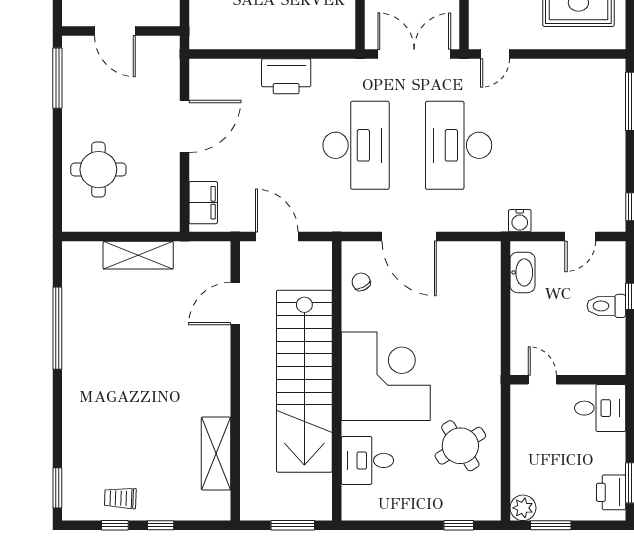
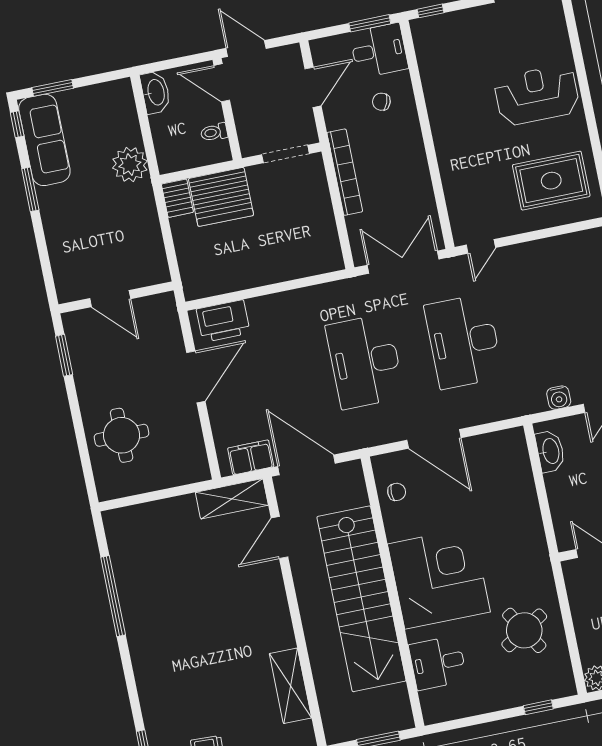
printer: (286, 76) -> (223, 321), moved
window: (57, 78) -> (64, 355), width x0.69
desk: (356, 145) -> (365, 361), turned 180
filing cabinet: (203, 203) -> (251, 457), moved, turned -90
water cooler: (520, 221) -> (559, 398), moved
door: (277, 237) -> (307, 465), width x1.36
shelving: (138, 255) -> (232, 499), moved
chair: (361, 282) -> (397, 492), turned 117

